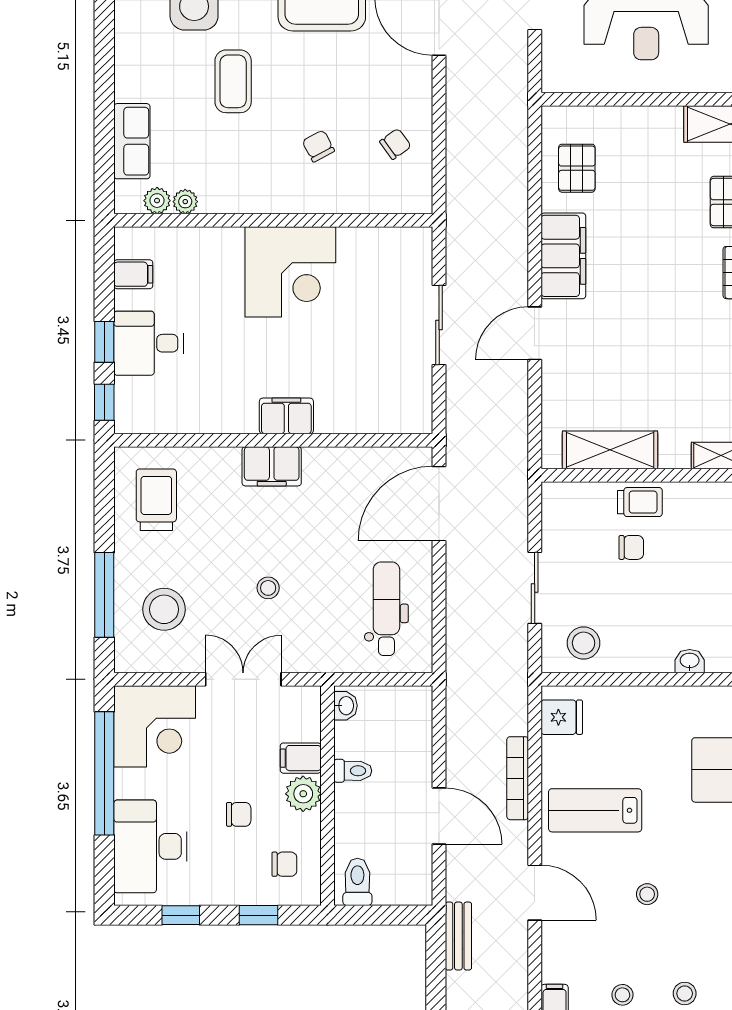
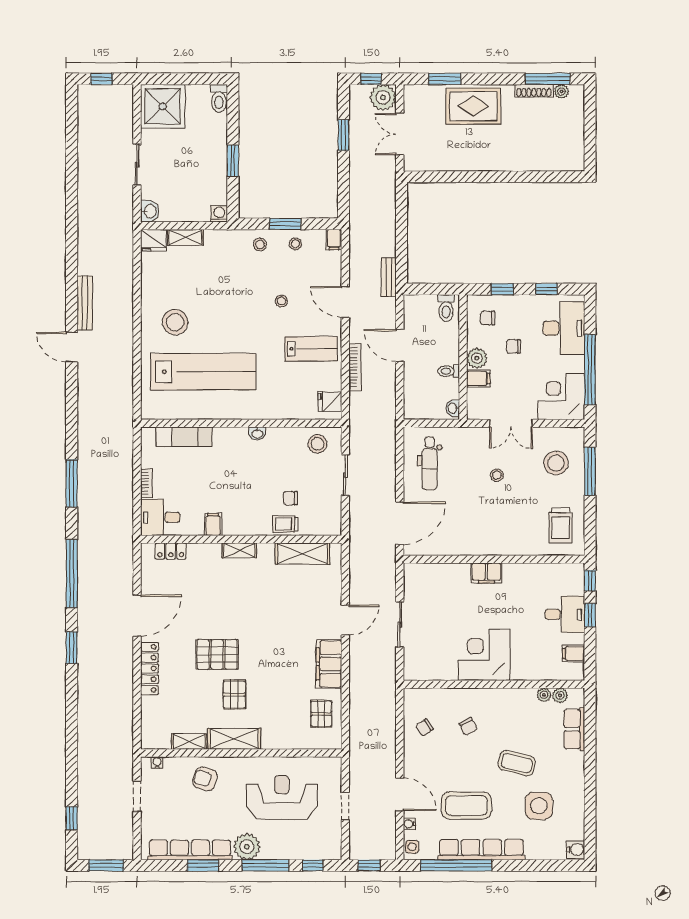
coffee table: (233, 81) -> (517, 763), turned -76
filing cabinet: (272, 466) -> (495, 544), removed

